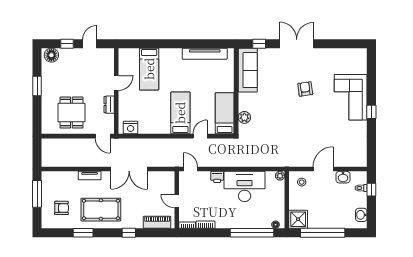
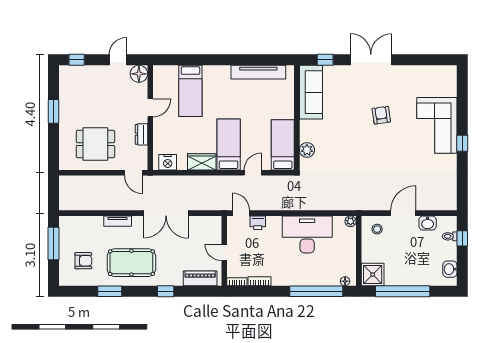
window: (67, 44) -> (77, 60), moved
floor lamp: (51, 55) -> (139, 74), moved
dining table: (71, 113) -> (95, 144), turned 90
wardrobe: (158, 127) -> (202, 162), added
printer: (217, 177) -> (258, 223), moved

